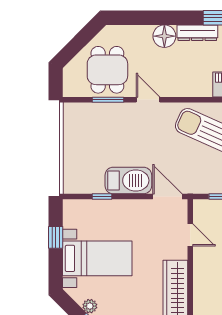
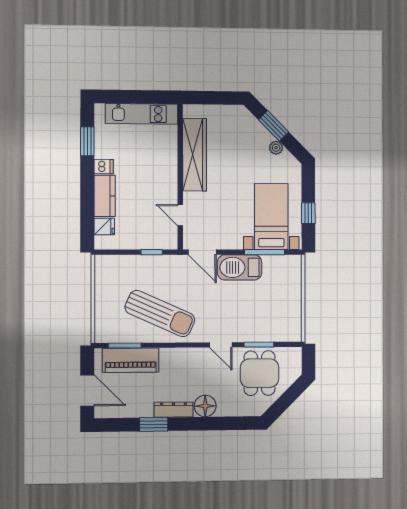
window: (102, 197) -> (265, 252), width x2.17
bed with nightstands: (97, 258) -> (271, 217), moved, turned 90

